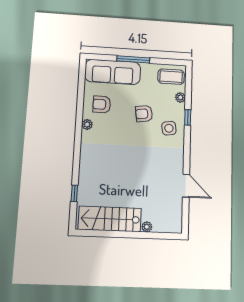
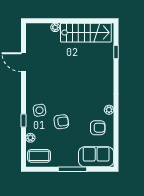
sofa: (113, 72) -> (96, 157), width x0.73

